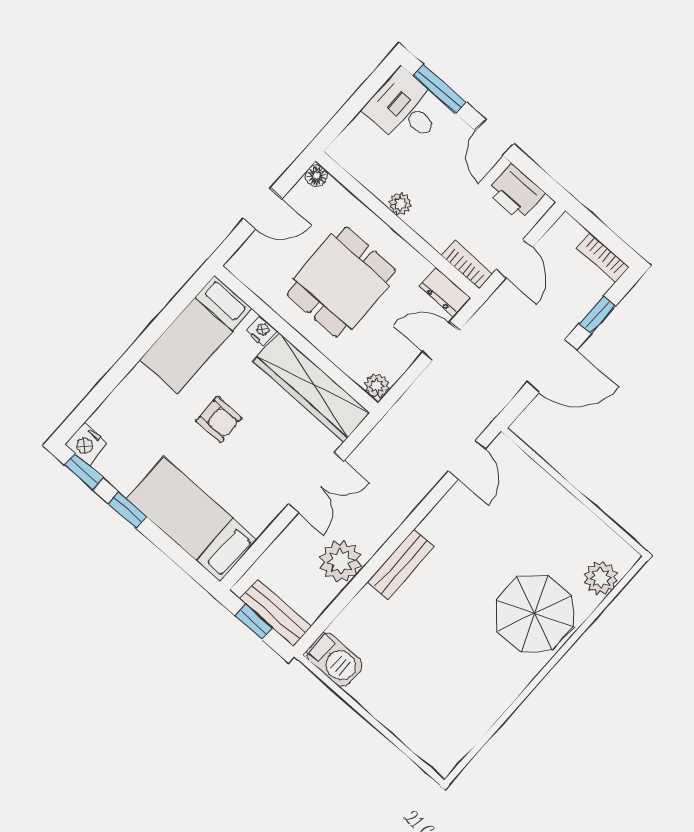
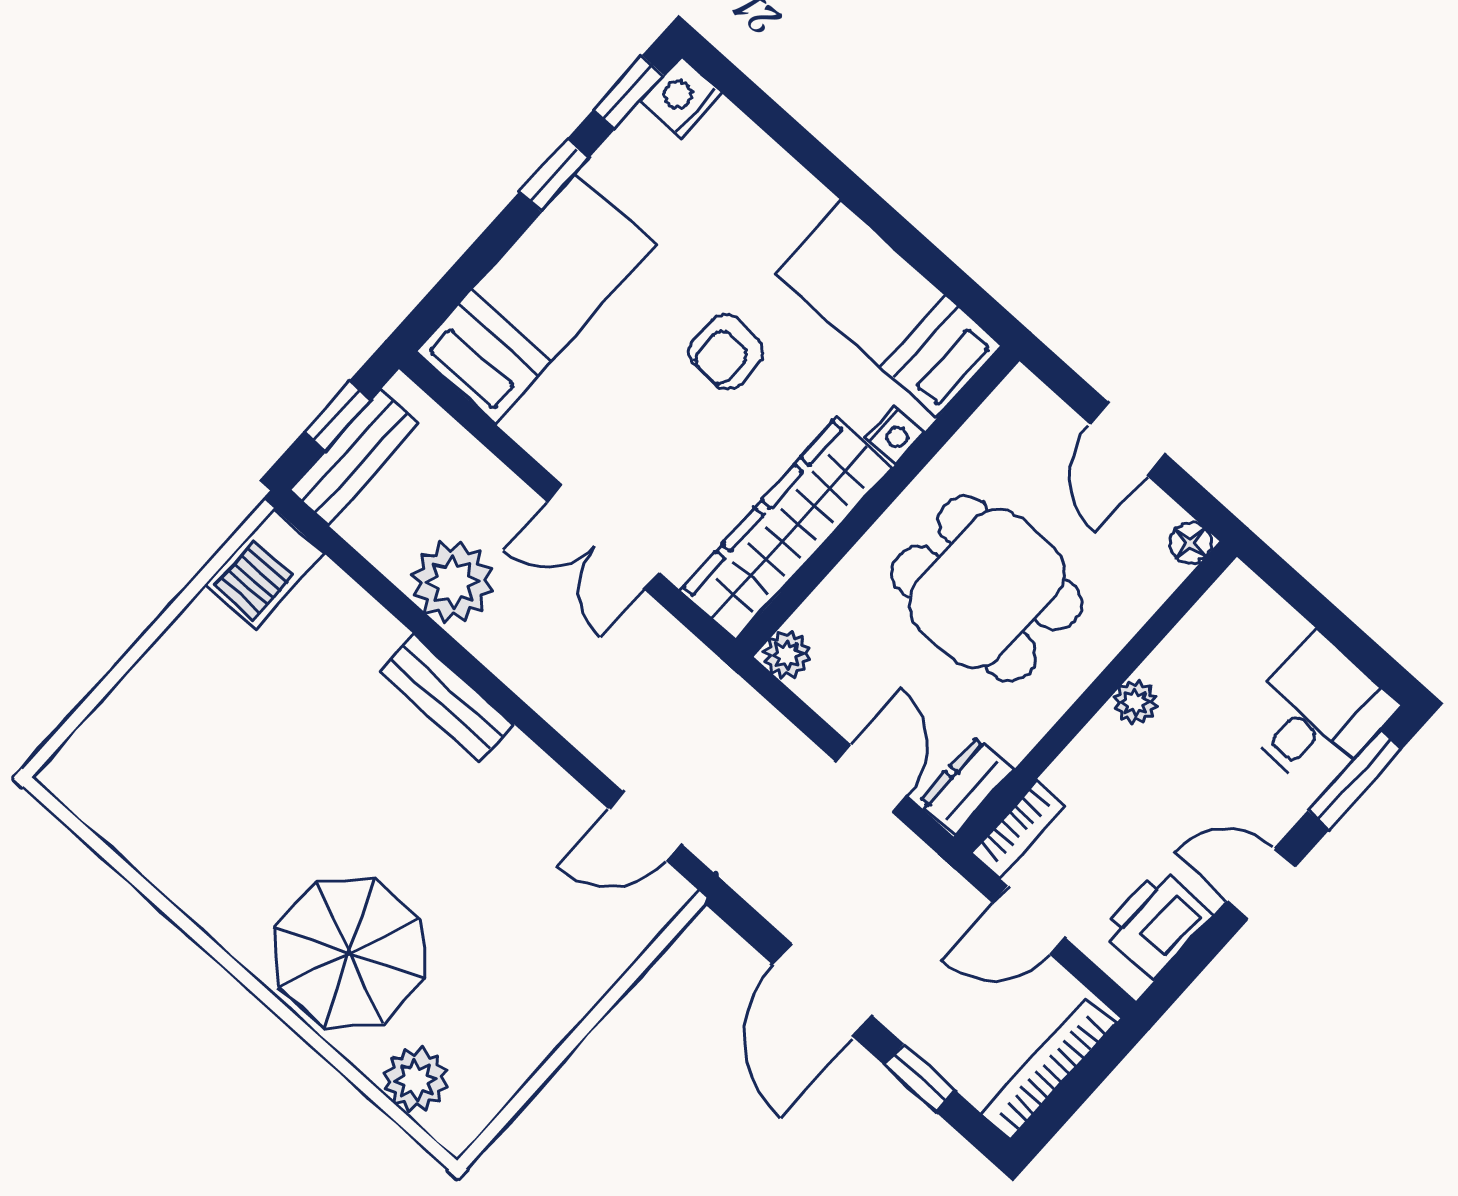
bookcase: (603, 258) -> (1048, 1069), width x1.56

